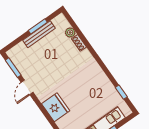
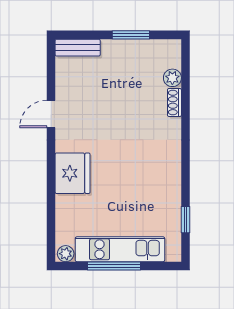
bench: (39, 34) -> (78, 48), moved, width x0.73
window: (13, 68) -> (51, 70), removed

